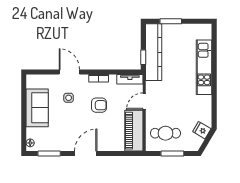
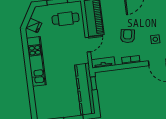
kitchen unit: (204, 67) -> (36, 61), moved
armchair: (99, 105) -> (128, 36), turned 99

